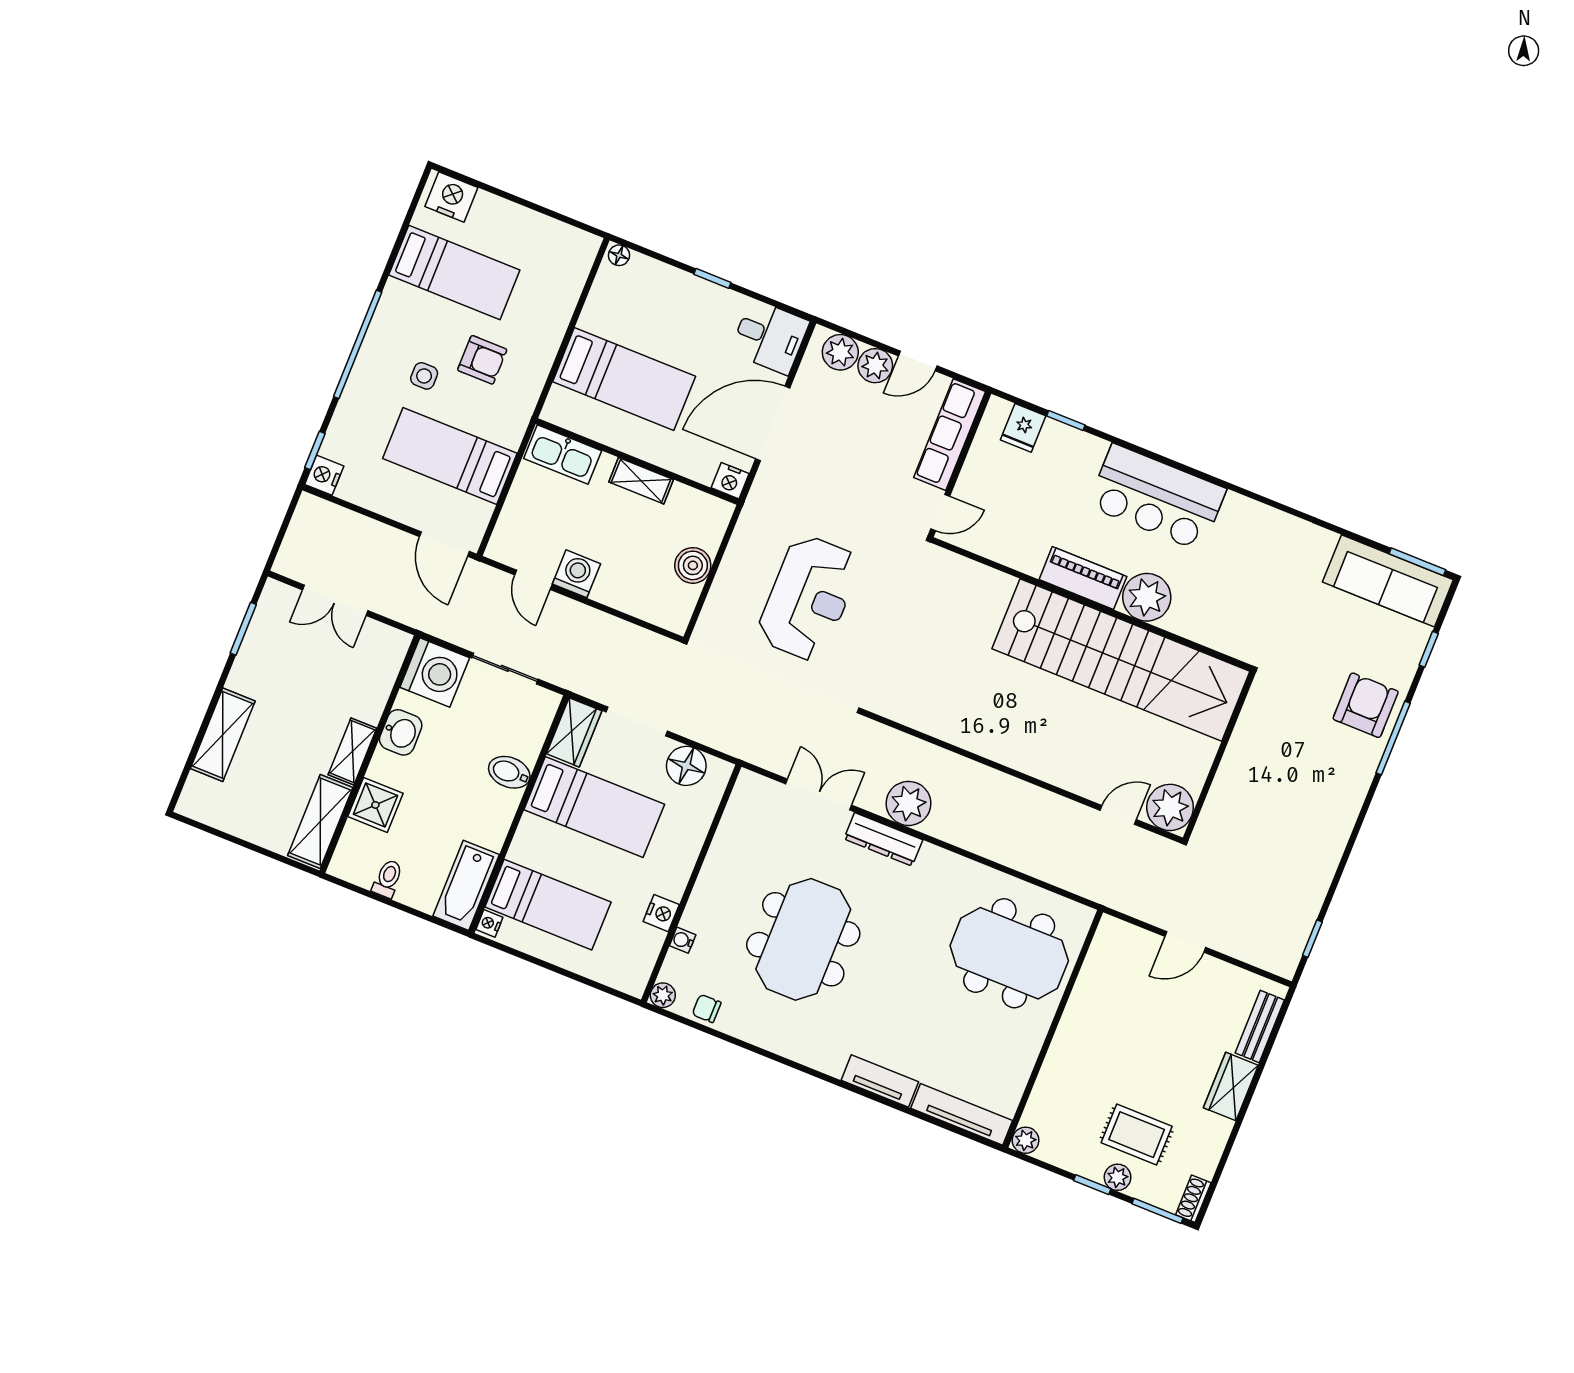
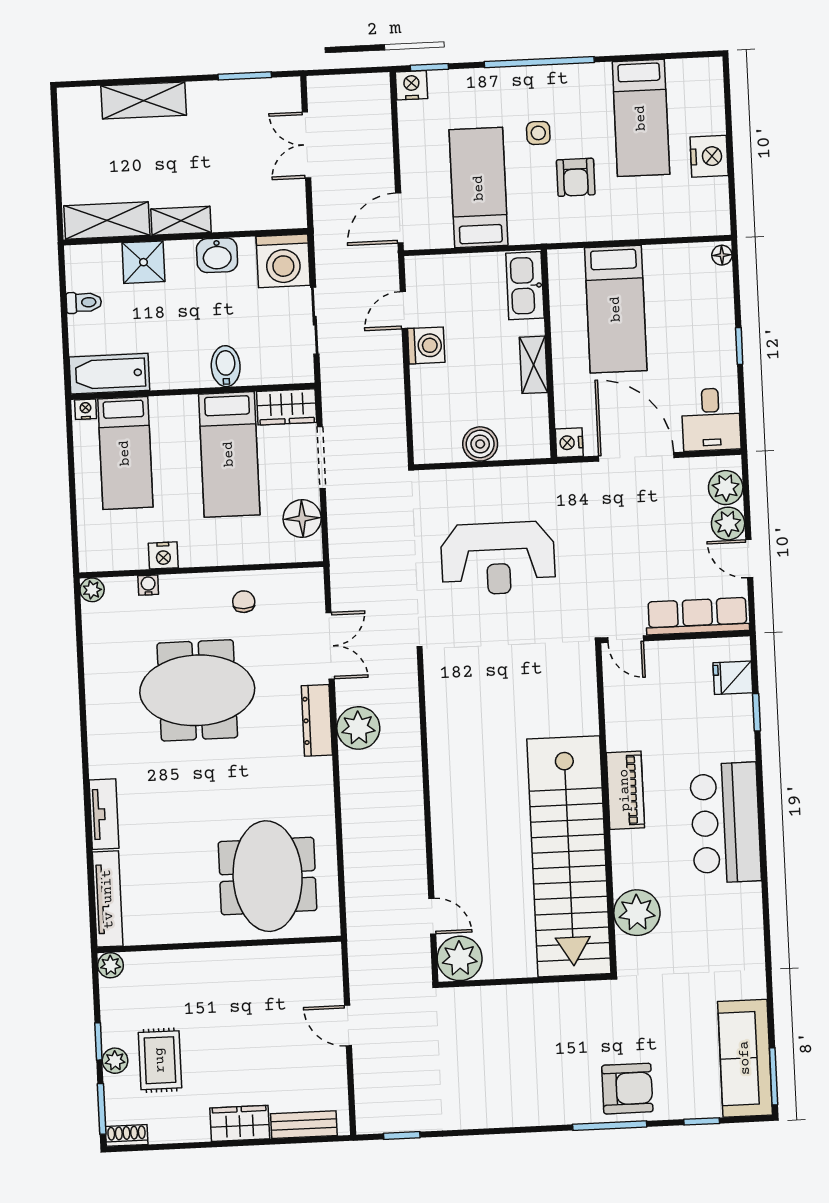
nightstand: (451, 197) -> (709, 156), moved
plant: (1147, 597) -> (637, 913), moved
chair: (707, 1008) -> (244, 602), moved

